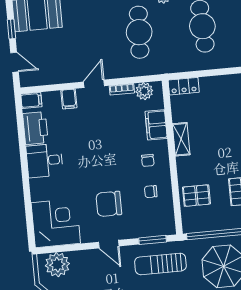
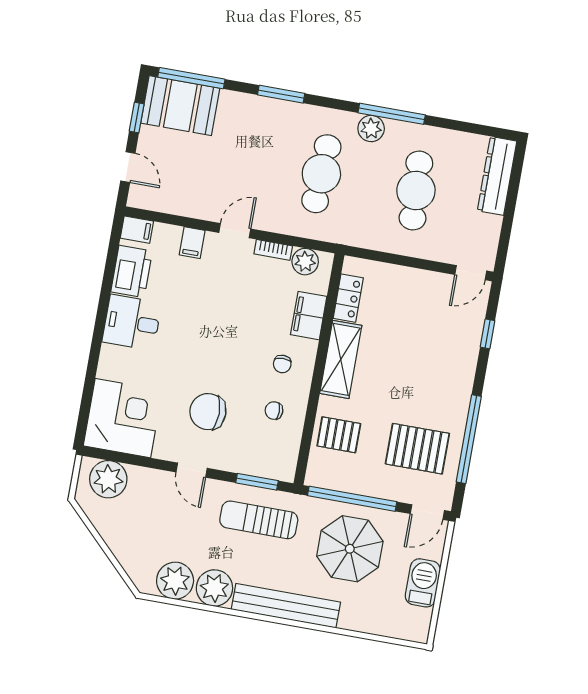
locker: (184, 86) -> (348, 298), moved, turned -90
shelving: (181, 139) -> (341, 359), width x1.50, depth x1.33

